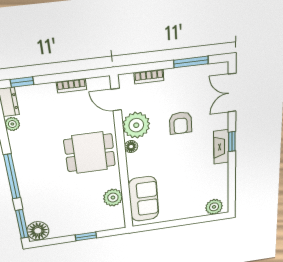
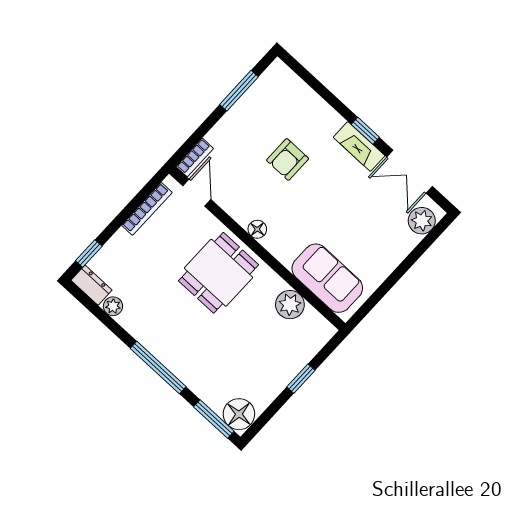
bookcase: (149, 77) -> (195, 157), moved
bookcase: (71, 86) -> (147, 209), width x1.56
double door: (232, 93) -> (410, 172), moved
door: (116, 100) -> (197, 193), swing flipped
armchair: (181, 123) -> (288, 159), turned 90
plant: (136, 125) -> (242, 202), removed

